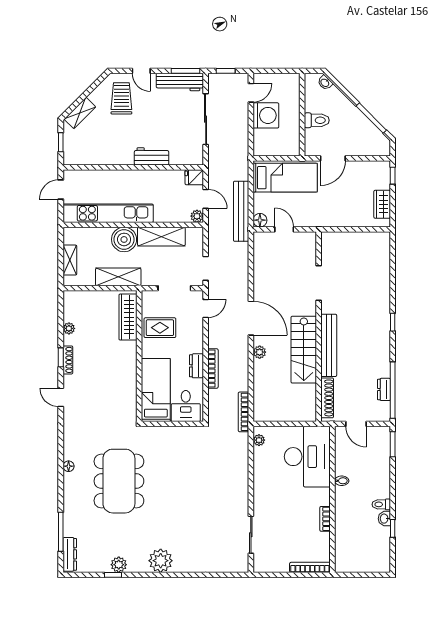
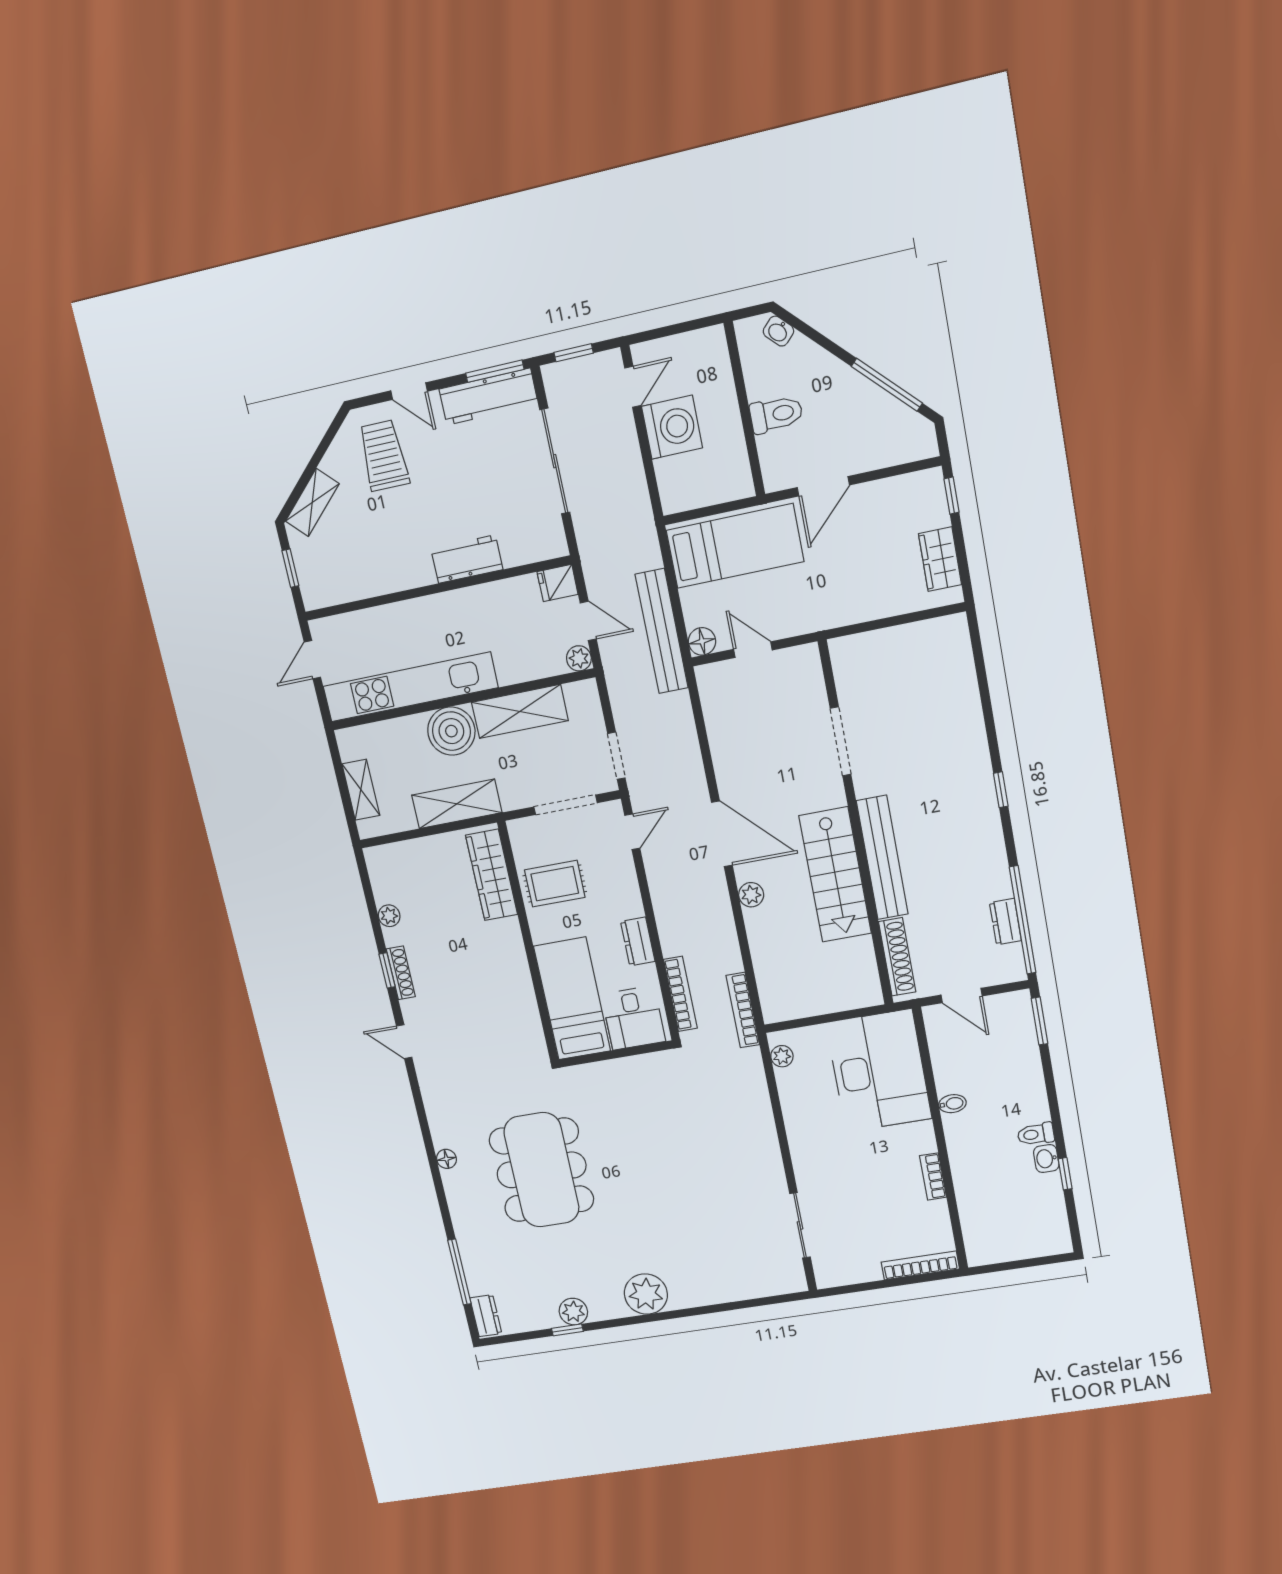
bookcase: (213, 368) -> (680, 994), moved
dresser: (70, 554) -> (486, 1316), width x0.70

